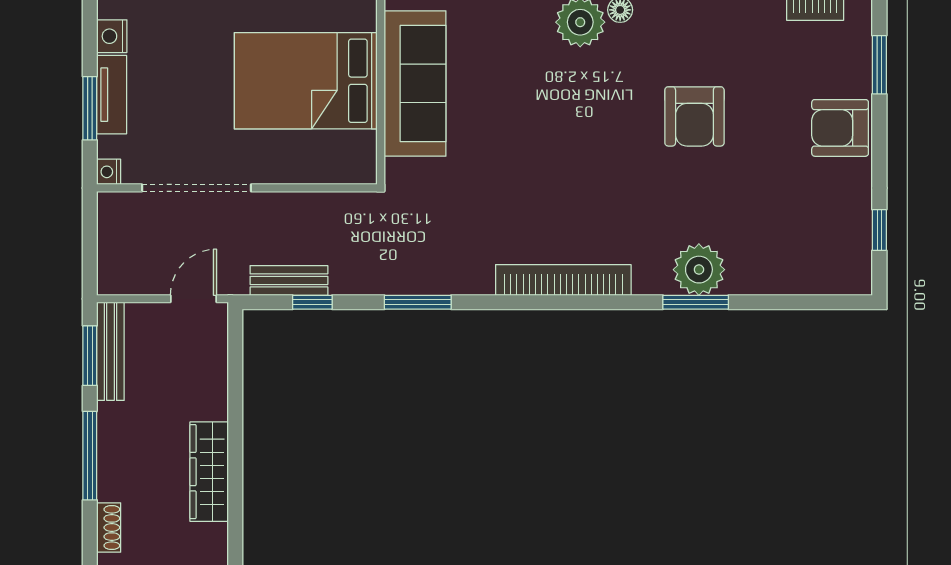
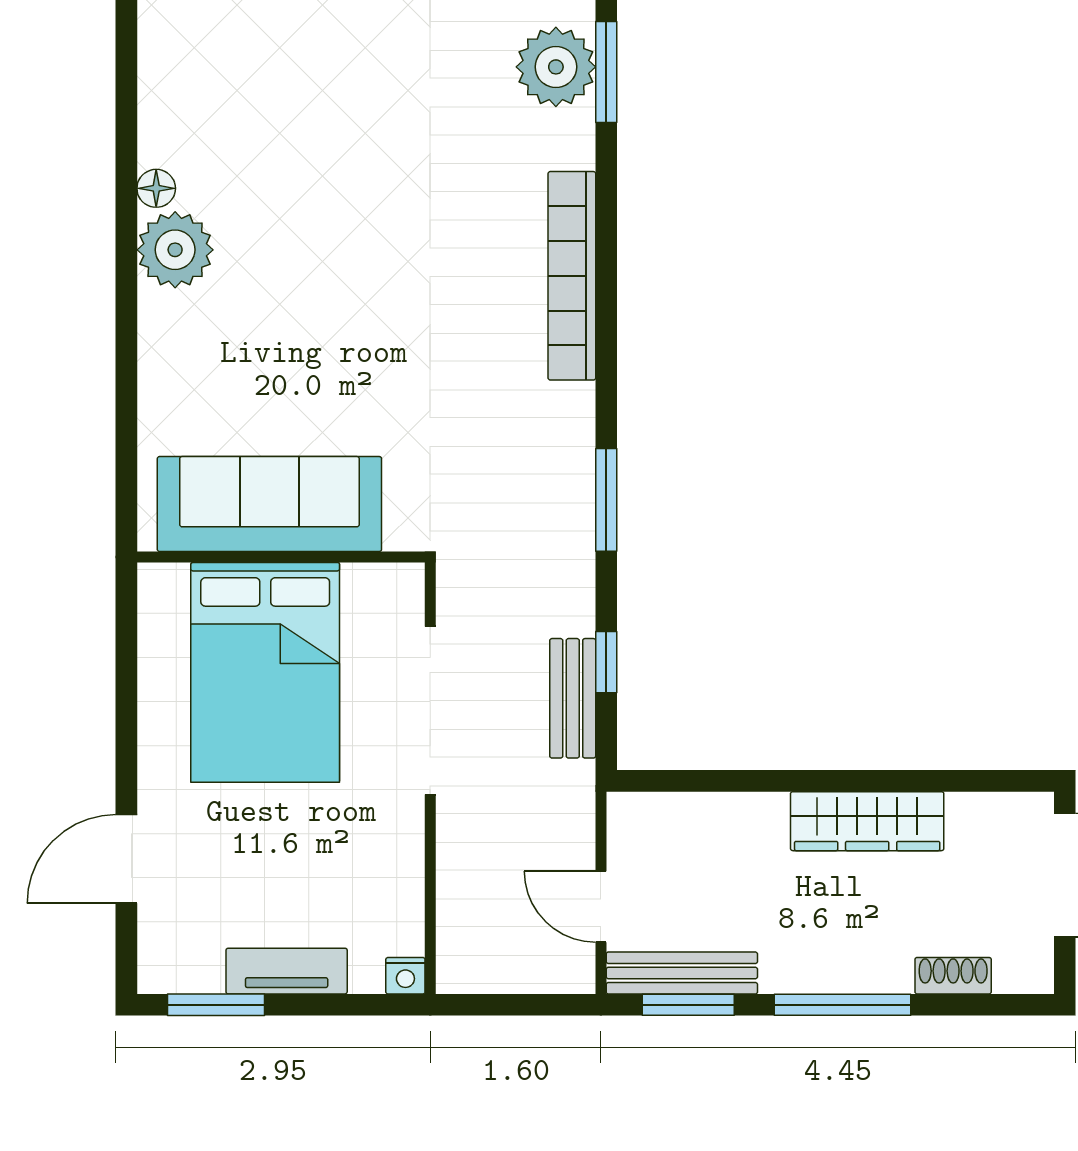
nightstand: (112, 36) -> (197, 971), removed
window: (90, 108) -> (216, 1005), moved
armchair: (694, 116) -> (320, 74), removed
doorway: (196, 188) -> (430, 710), moved
door: (193, 299) -> (601, 907), moved

